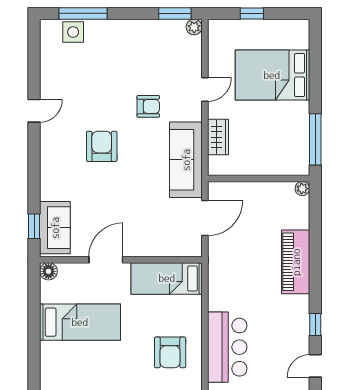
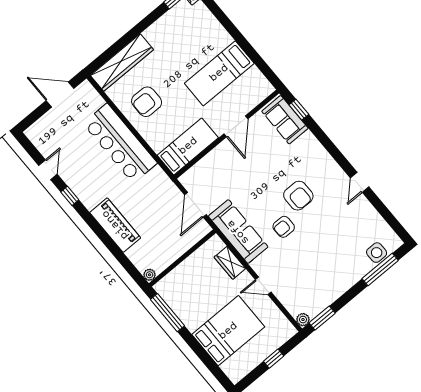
door: (205, 89) -> (263, 286), hinge flipped
armchair: (148, 106) -> (284, 227), moved
floor lamp: (48, 271) -> (266, 89), removed
bar counter: (227, 347) -> (120, 143), width x1.36
armchair: (170, 352) -> (147, 102), turned -90

